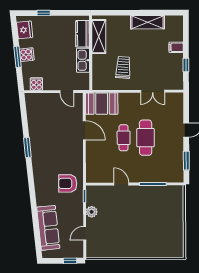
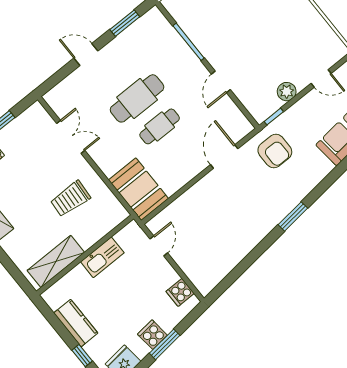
kitchen counter: (83, 34) -> (76, 323), moved, turned -90
door: (84, 130) -> (224, 157), moved
window: (27, 147) -> (293, 216), moved

